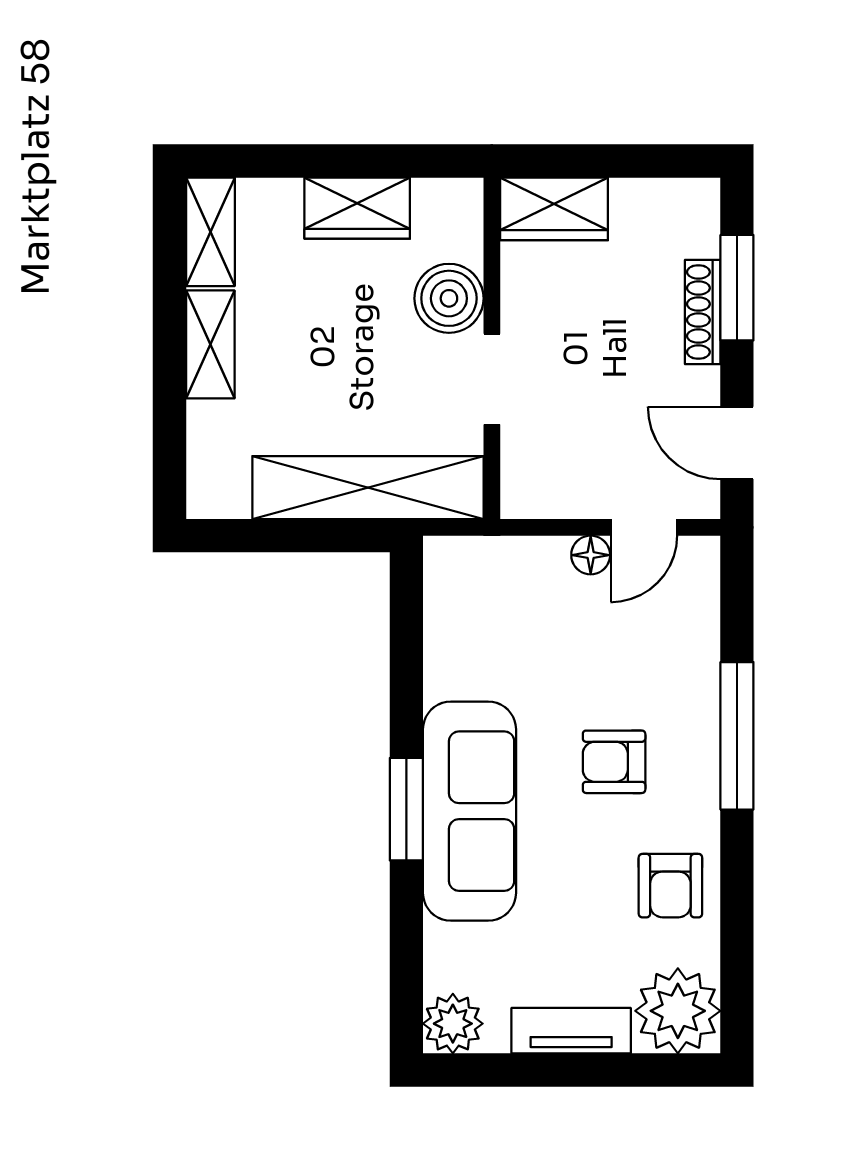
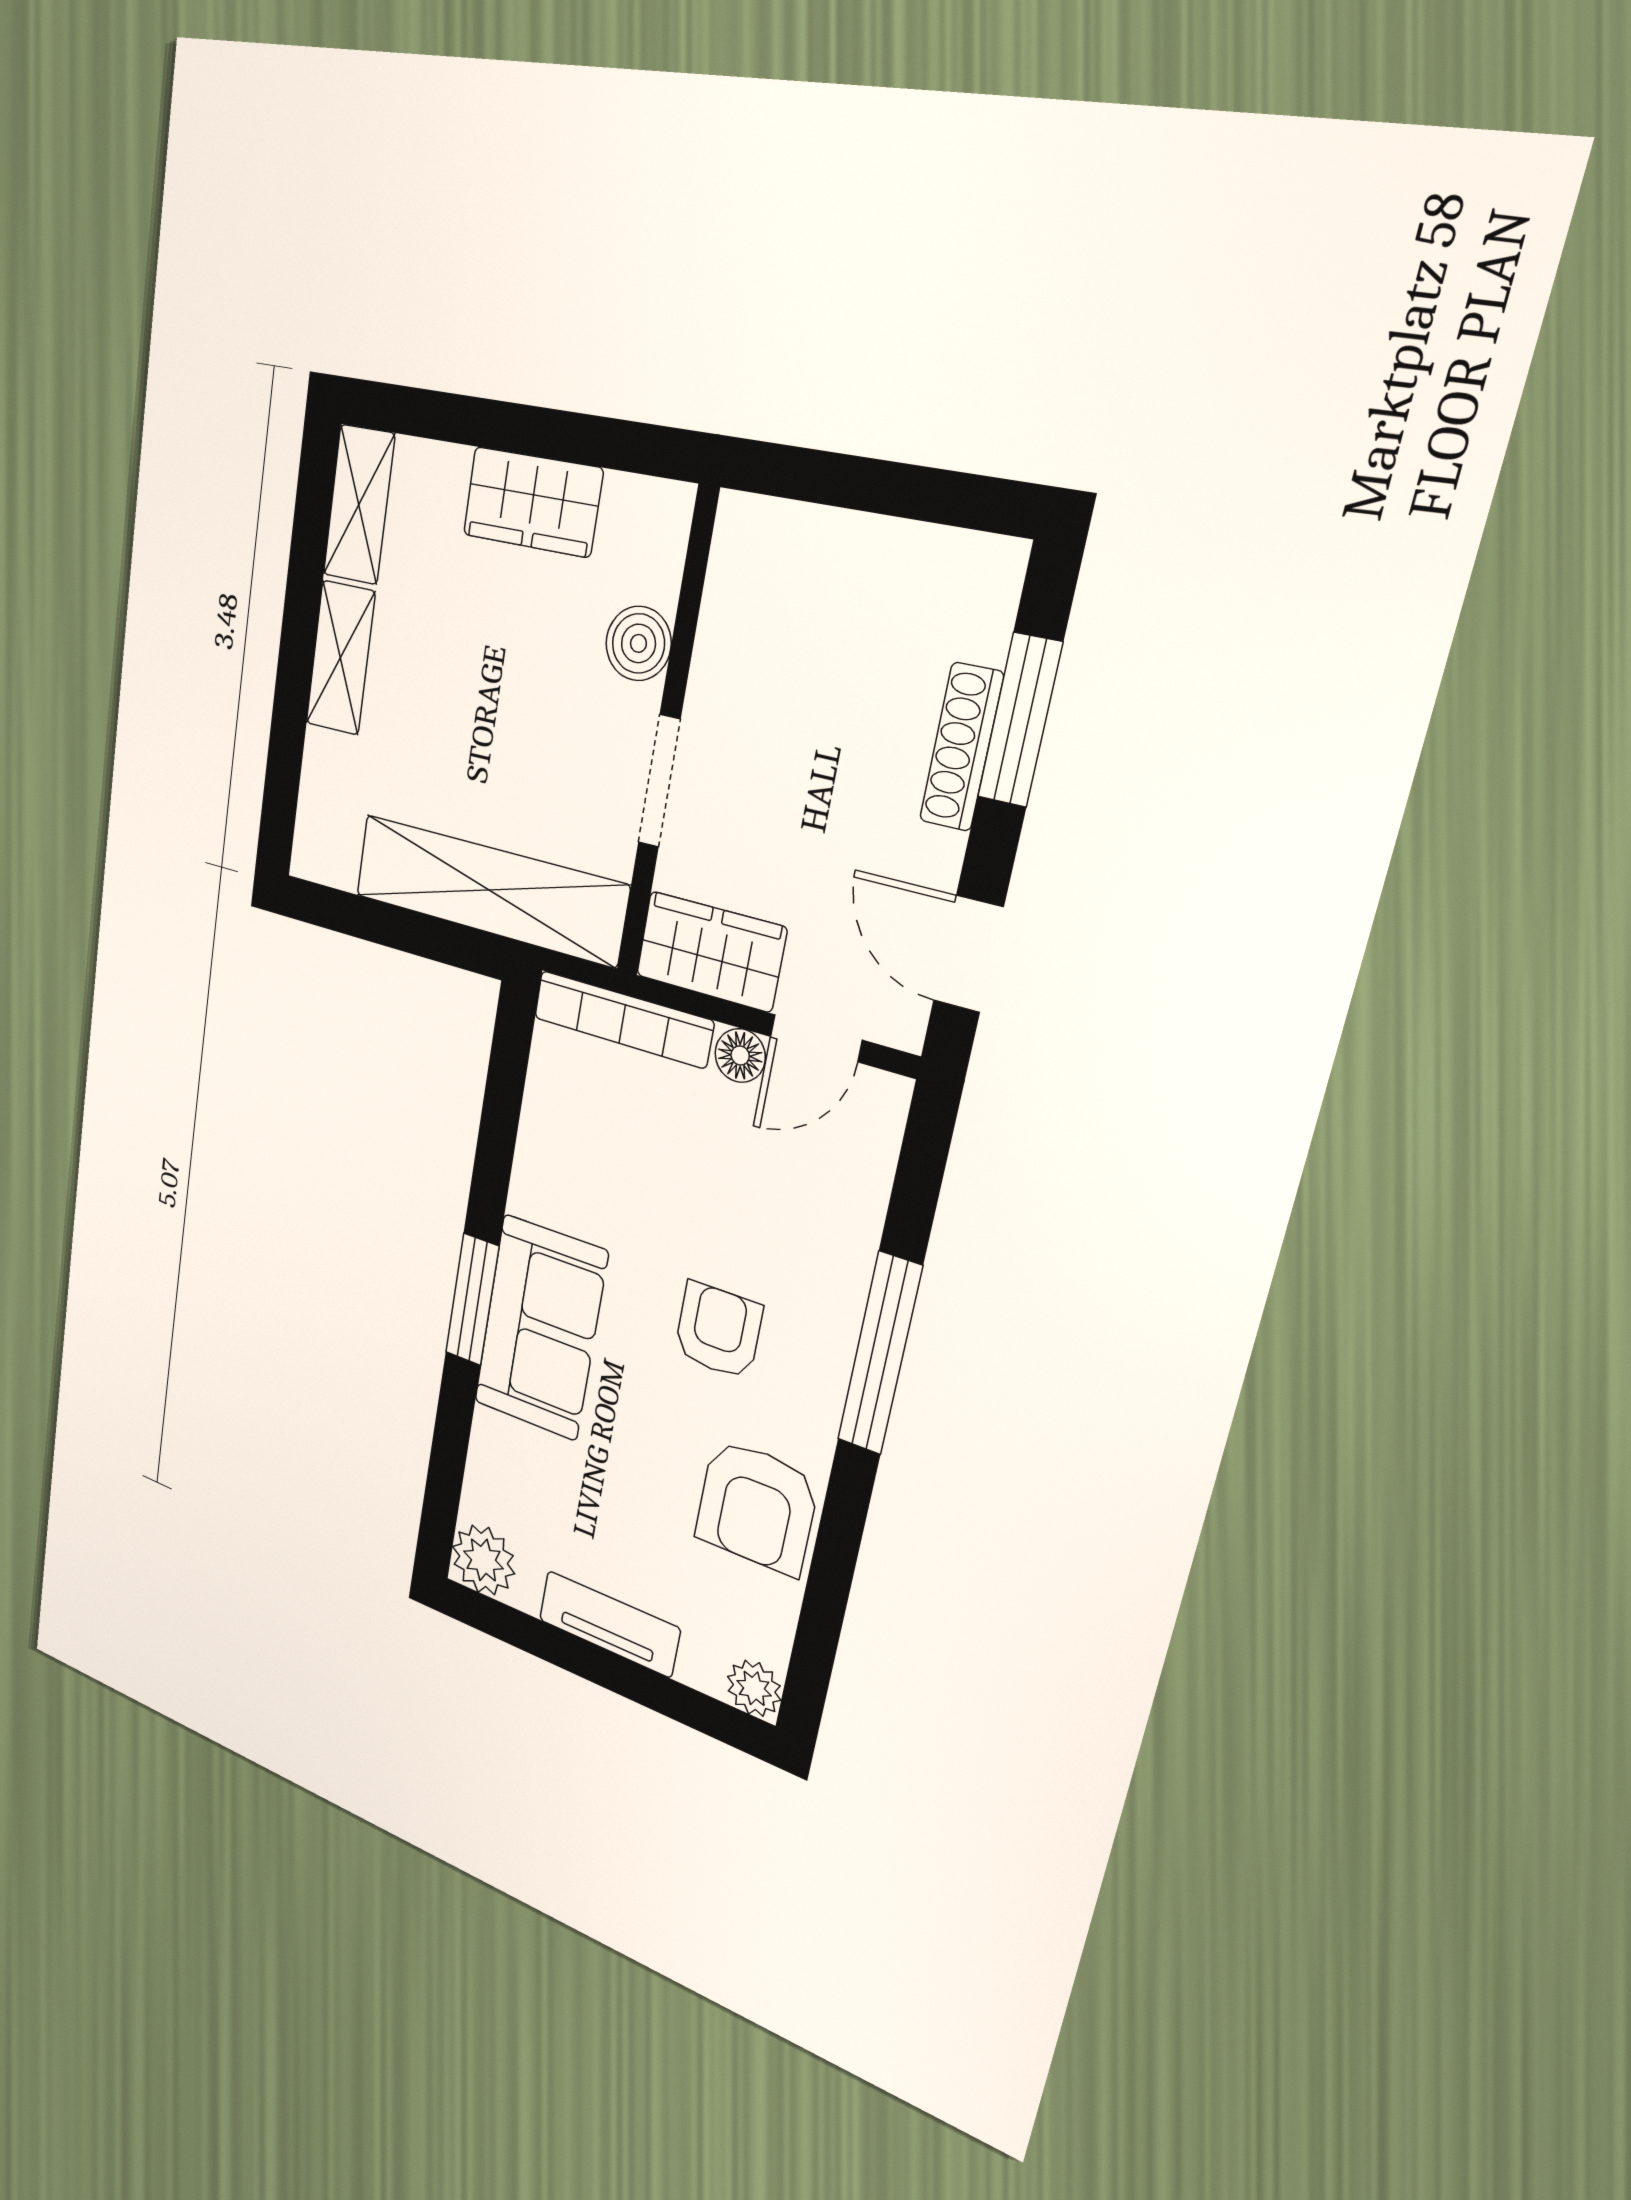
wardrobe: (554, 209) -> (711, 952), moved, turned 180
boiler: (449, 298) -> (638, 643), width x0.73, depth x0.73
bookcase: (495, 554) -> (623, 1019), added
armchair: (614, 762) -> (718, 1331), turned 90
sofa: (469, 811) -> (540, 1328), width x0.73
armchair: (670, 886) -> (757, 1507), width x1.38, depth x1.38
plant: (678, 1011) -> (754, 1688), width x0.53, depth x0.53

